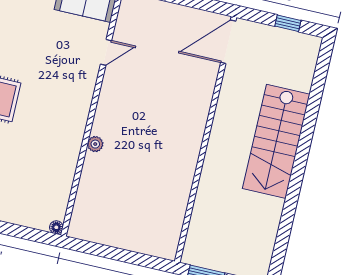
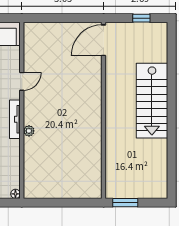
door: (106, 52) -> (22, 81), moved
tv unit: (80, 123) -> (15, 119), added

